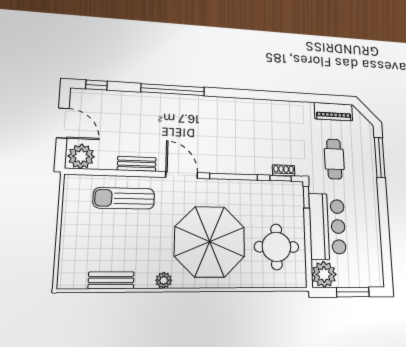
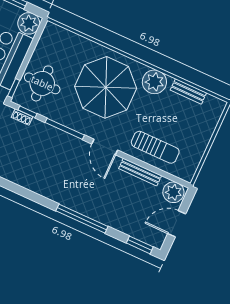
window: (96, 85) -> (140, 245), width x1.50
door: (63, 123) -> (177, 224), hinge flipped
bench: (137, 164) -> (140, 172), width x1.36
round table: (276, 247) -> (42, 83), moved
plant: (164, 280) -> (154, 82), width x1.87, depth x1.87

